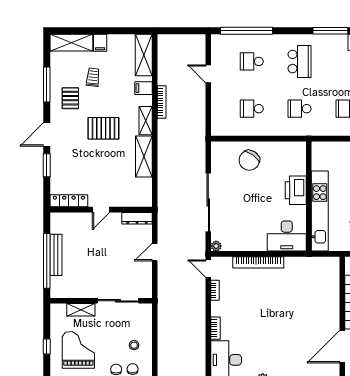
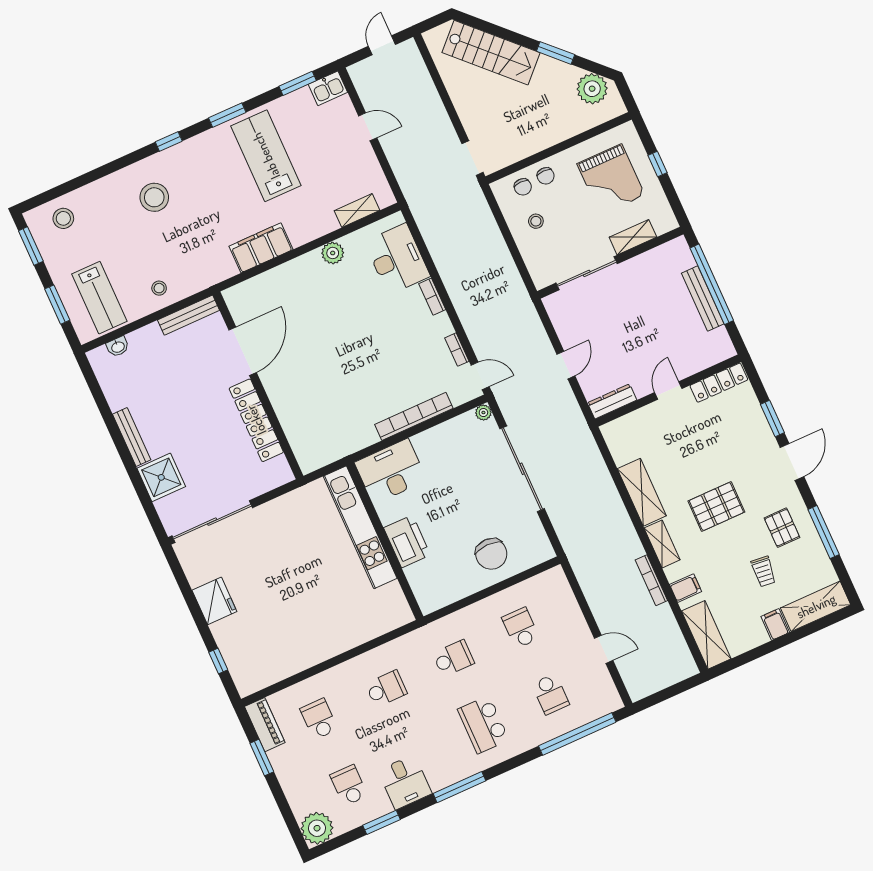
school desk: (252, 61) -> (551, 694), turned 90
school desk: (252, 109) -> (521, 628), turned -90
chair: (249, 160) -> (491, 554), turned 144

